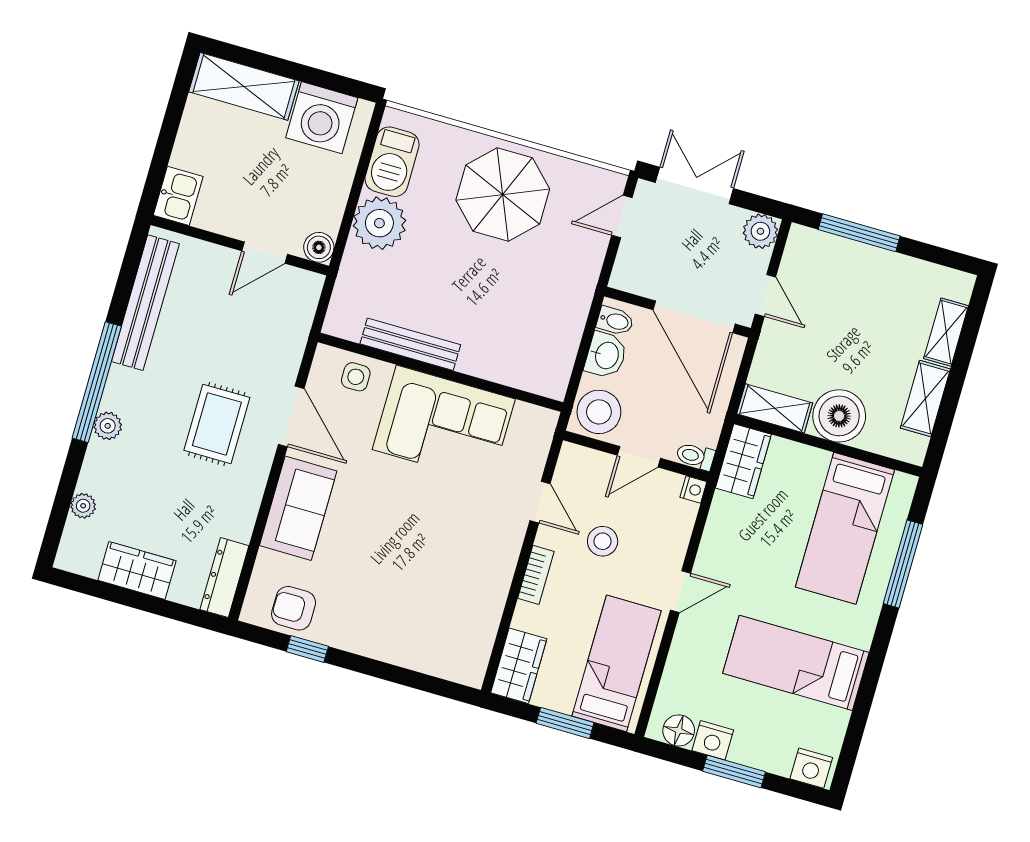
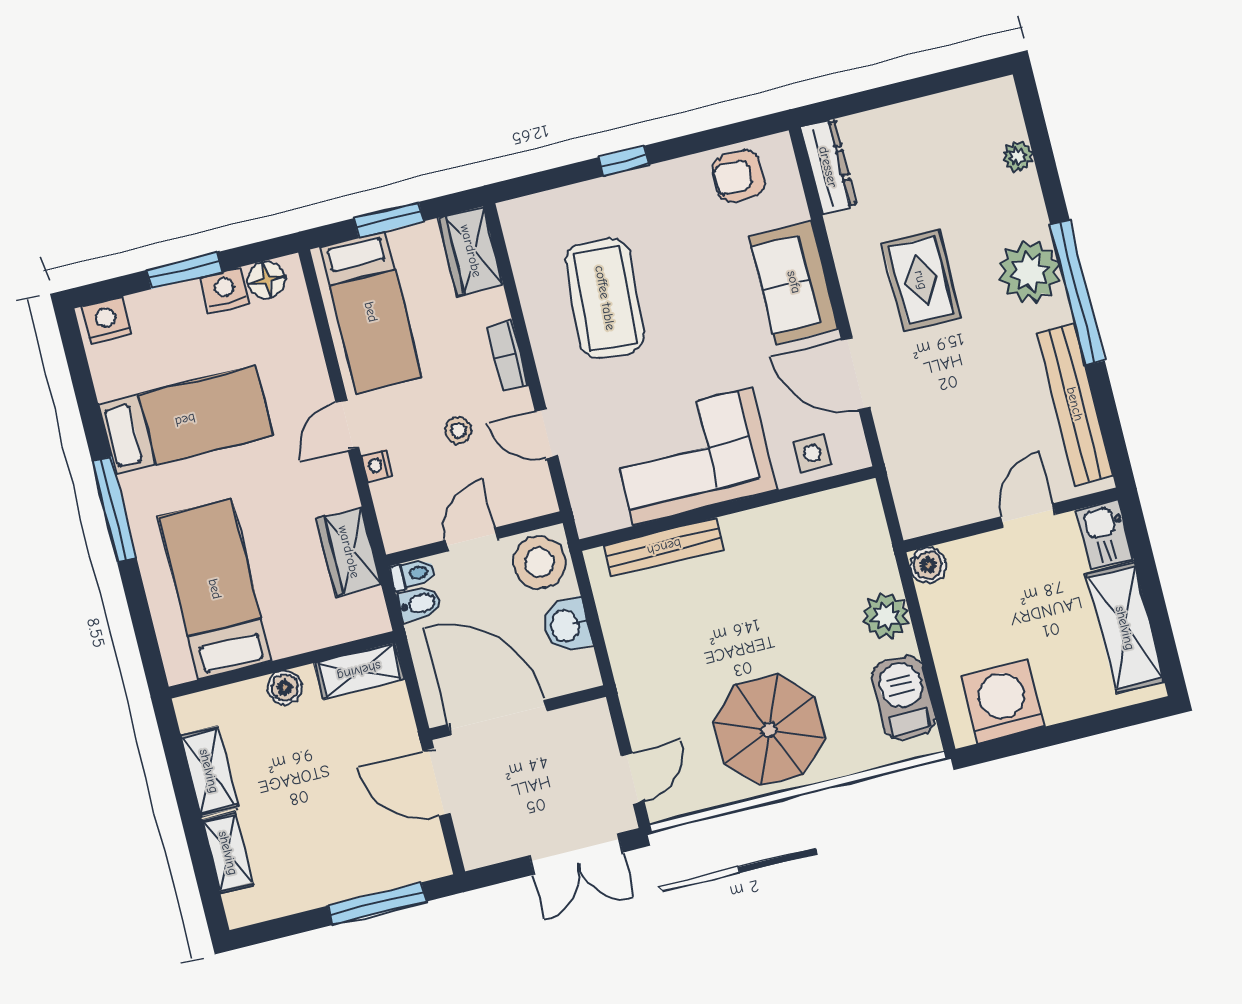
shelving: (244, 86) -> (1125, 628), moved, turned 90
plant: (379, 223) -> (886, 616), width x0.73, depth x0.73
plant: (760, 231) -> (480, 846), removed
door: (265, 253) -> (1028, 516), moved
door: (765, 296) -> (437, 782), width x1.38
bidet: (615, 321) -> (419, 604), moved, turned 180
bench: (410, 344) -> (664, 547), moved
boiler: (839, 416) -> (285, 688), width x0.54, depth x0.54
rug: (217, 424) -> (921, 280), moved
plant: (108, 426) -> (1029, 272), width x1.88, depth x1.88
wardrobe: (743, 461) -> (349, 552), moved
nightstand: (693, 489) -> (377, 465), moved
stool: (603, 541) -> (458, 430), width x0.73, depth x0.73
window: (903, 564) -> (114, 509), moved
wardrobe: (137, 570) -> (923, 122), removed
coffee table: (441, 576) -> (605, 298), added
armchair: (294, 608) -> (738, 176), turned 180
window: (307, 649) -> (624, 161), moved

